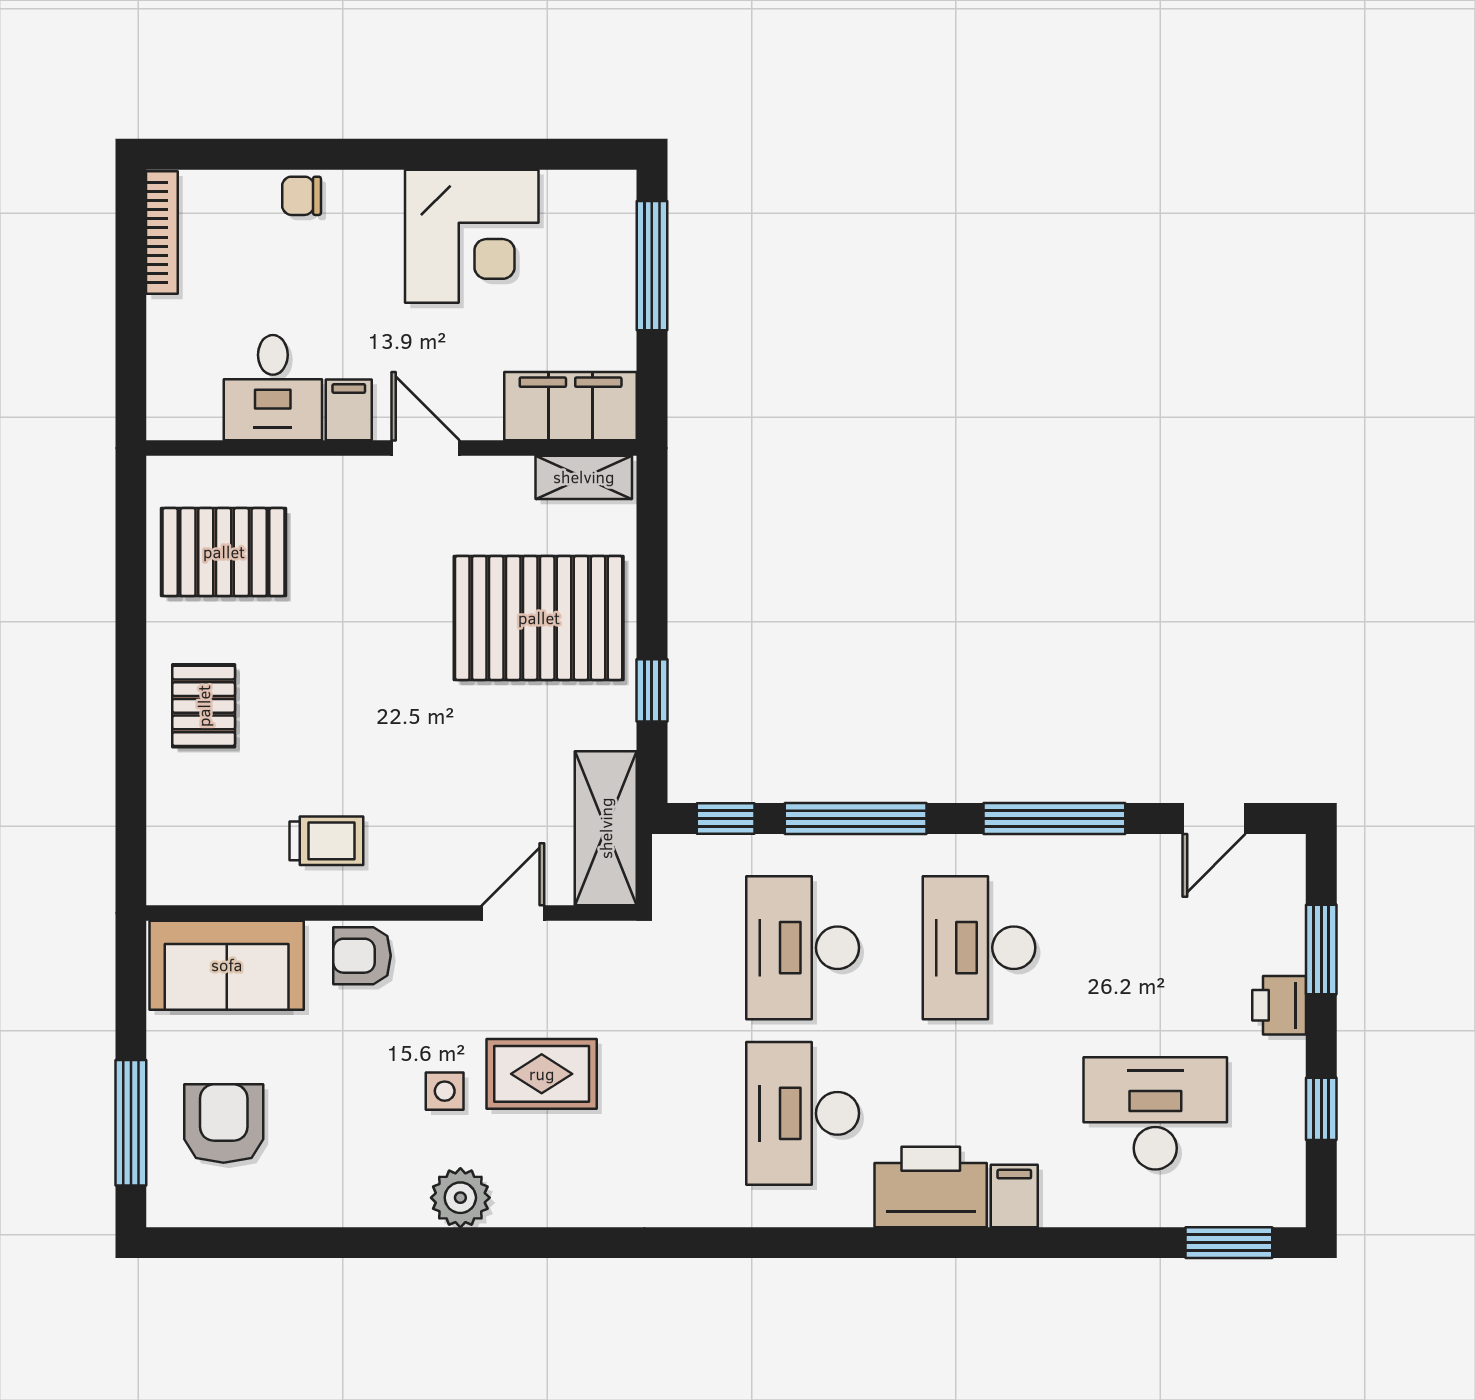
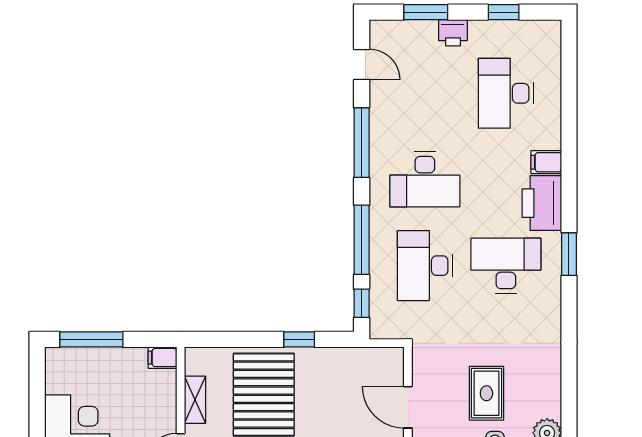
filing cabinet: (571, 406) -> (163, 358), width x0.33, depth x0.86
shelving: (584, 477) -> (195, 400), moved
shelving: (606, 828) -> (366, 362), removed
door: (513, 913) -> (408, 407), width x1.38
desk: (803, 948) -> (425, 266), turned 90
desk: (803, 1113) -> (506, 266), turned 180
window: (1229, 1243) -> (569, 254), moved

